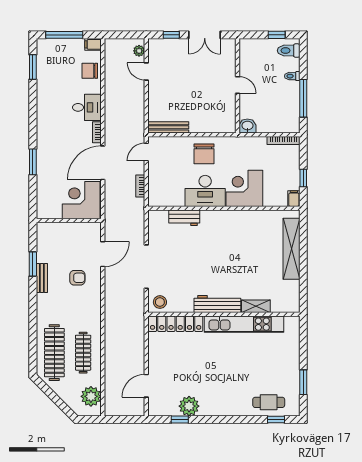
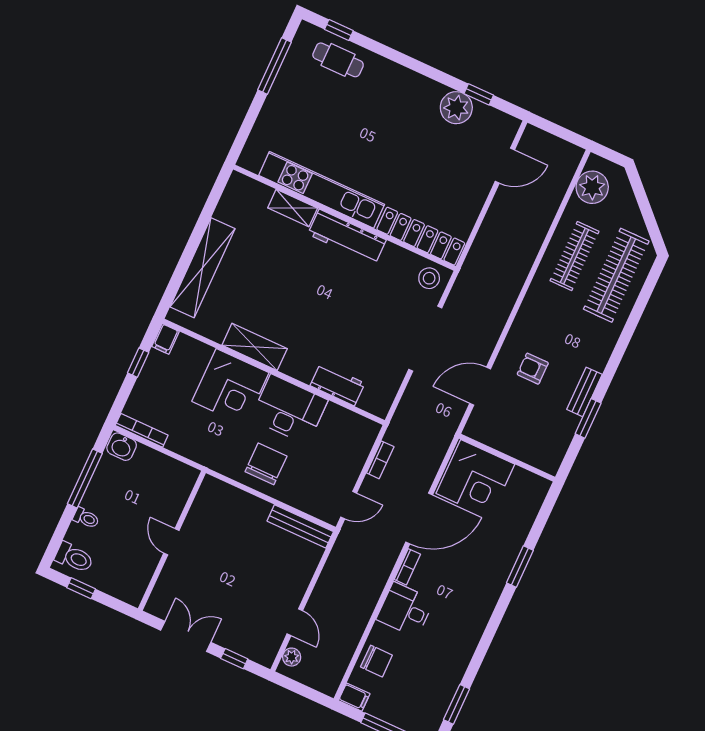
washbasin: (247, 126) -> (122, 447), moved
shelving: (241, 217) -> (255, 347), added
window: (303, 382) -> (275, 66), width x1.44

